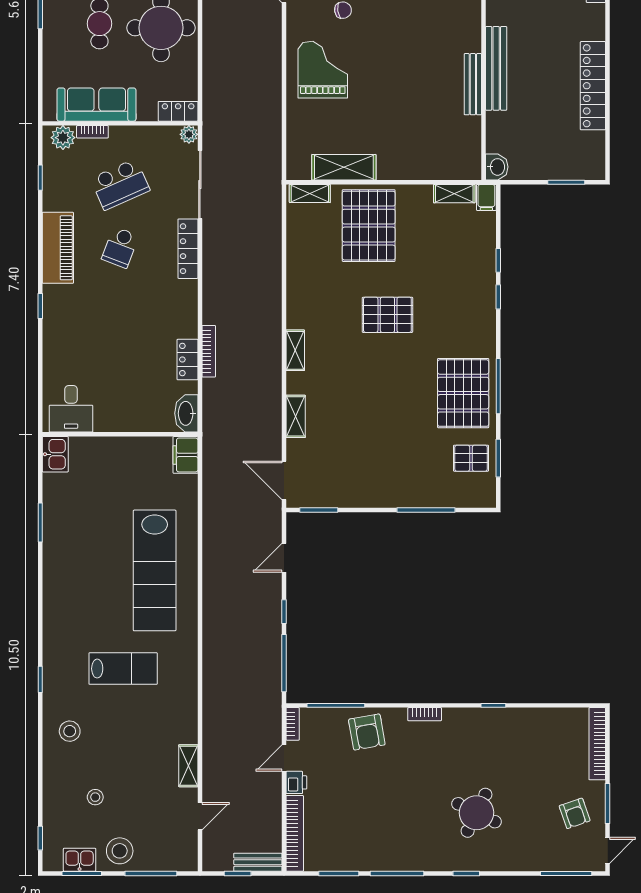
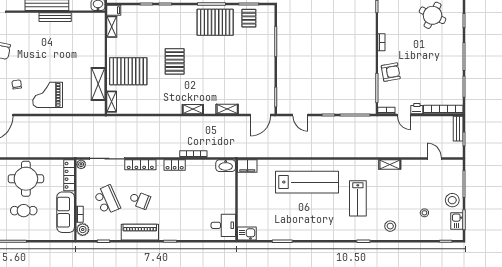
locker: (178, 111) -> (69, 175), width x1.53
locker: (188, 360) -> (175, 165), moved
lab bench: (123, 669) -> (358, 198), turned 180
shelving: (188, 766) -> (390, 165), moved

